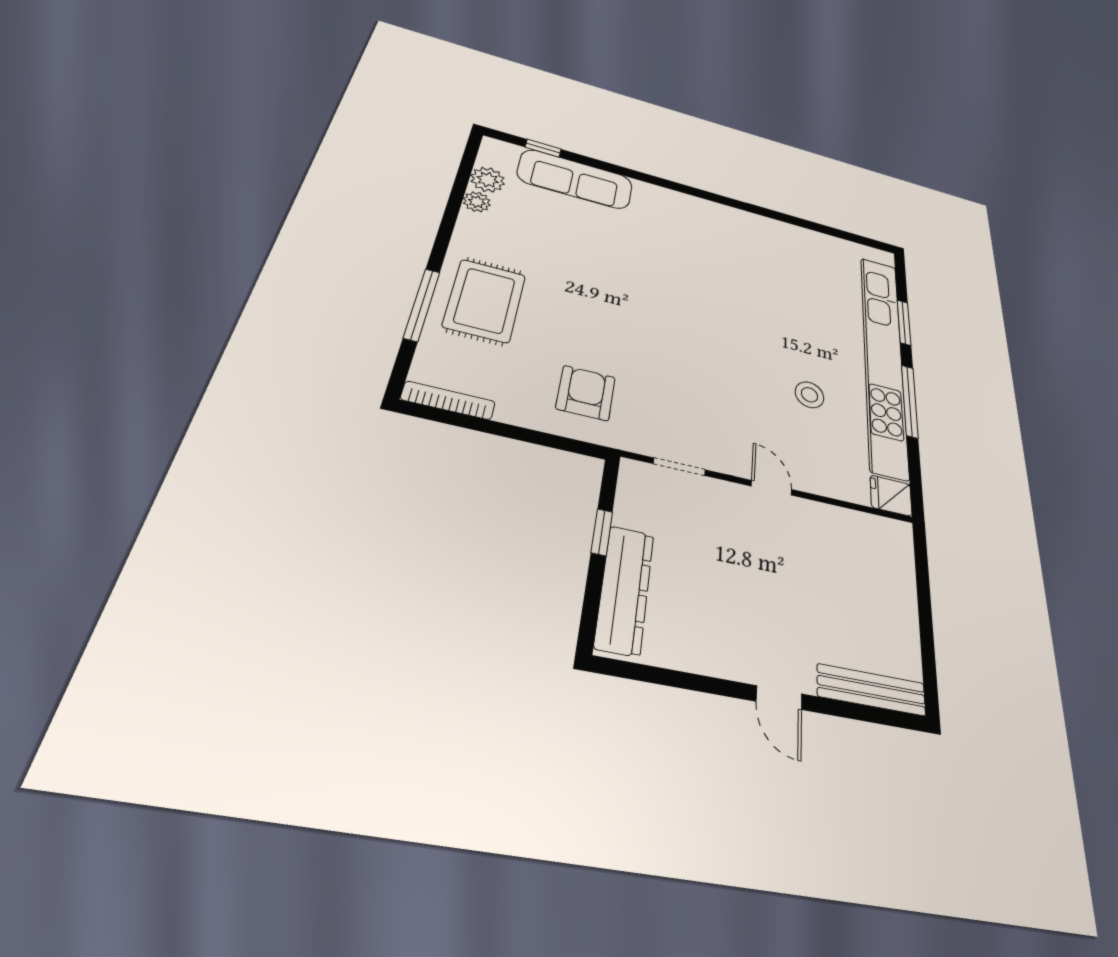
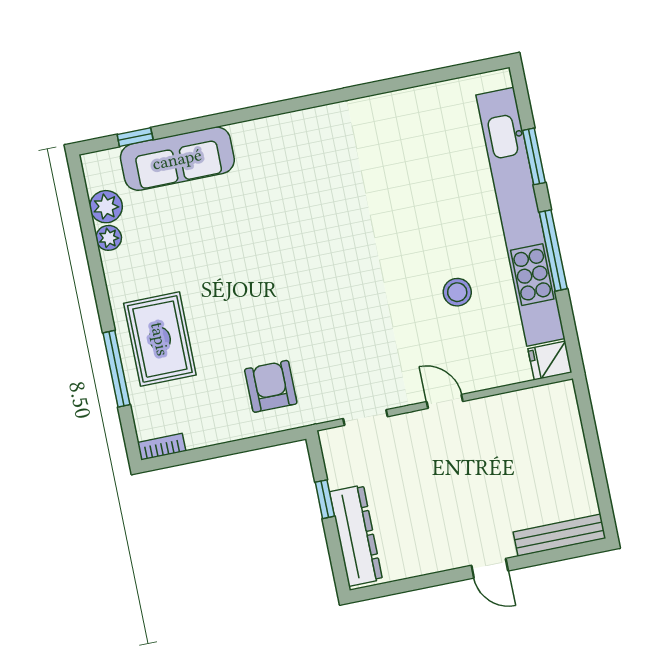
bookcase: (448, 400) -> (162, 447), width x0.64

